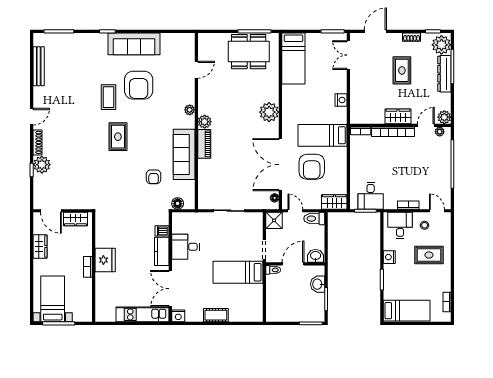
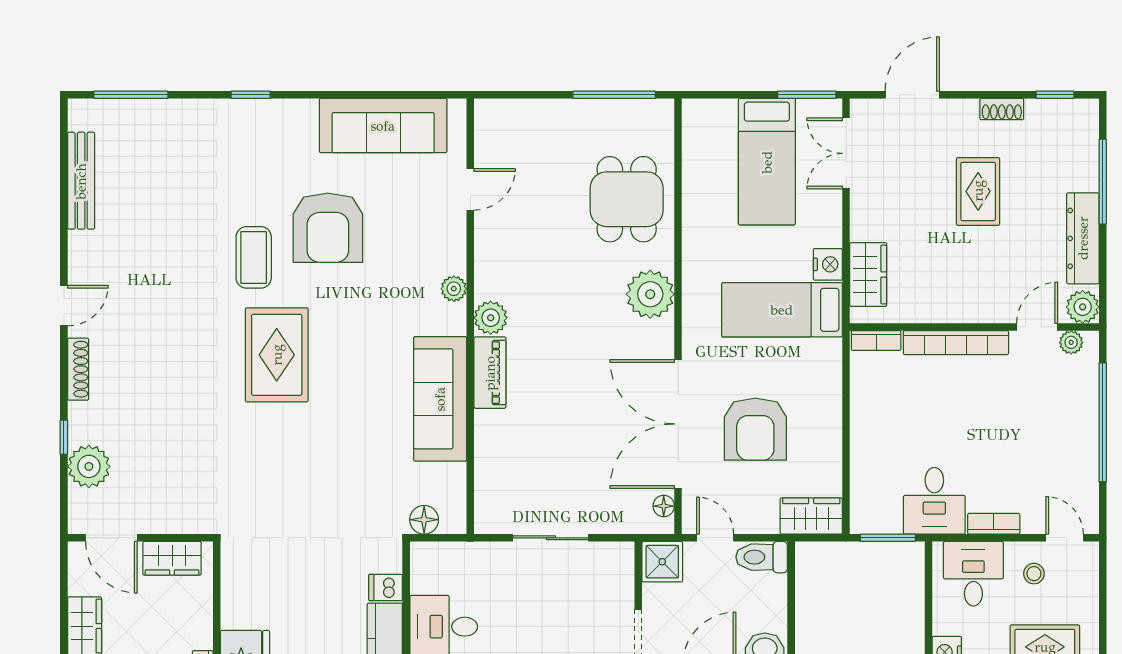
sofa: (134, 44) -> (383, 126), moved
plant: (441, 45) -> (1076, 128), removed
dining table: (249, 52) -> (627, 199), moved, width x0.73
bed: (293, 58) -> (767, 162), moved
dresser: (444, 74) -> (1083, 238), moved
wardrobe: (398, 116) -> (868, 274), moved, turned 90
bed: (323, 135) -> (782, 310), moved
rug: (118, 137) -> (277, 355), width x1.36, depth x1.43
plant: (42, 165) -> (89, 466), moved
armchair: (154, 177) -> (365, 454), removed
desk: (371, 196) -> (934, 501), moved

